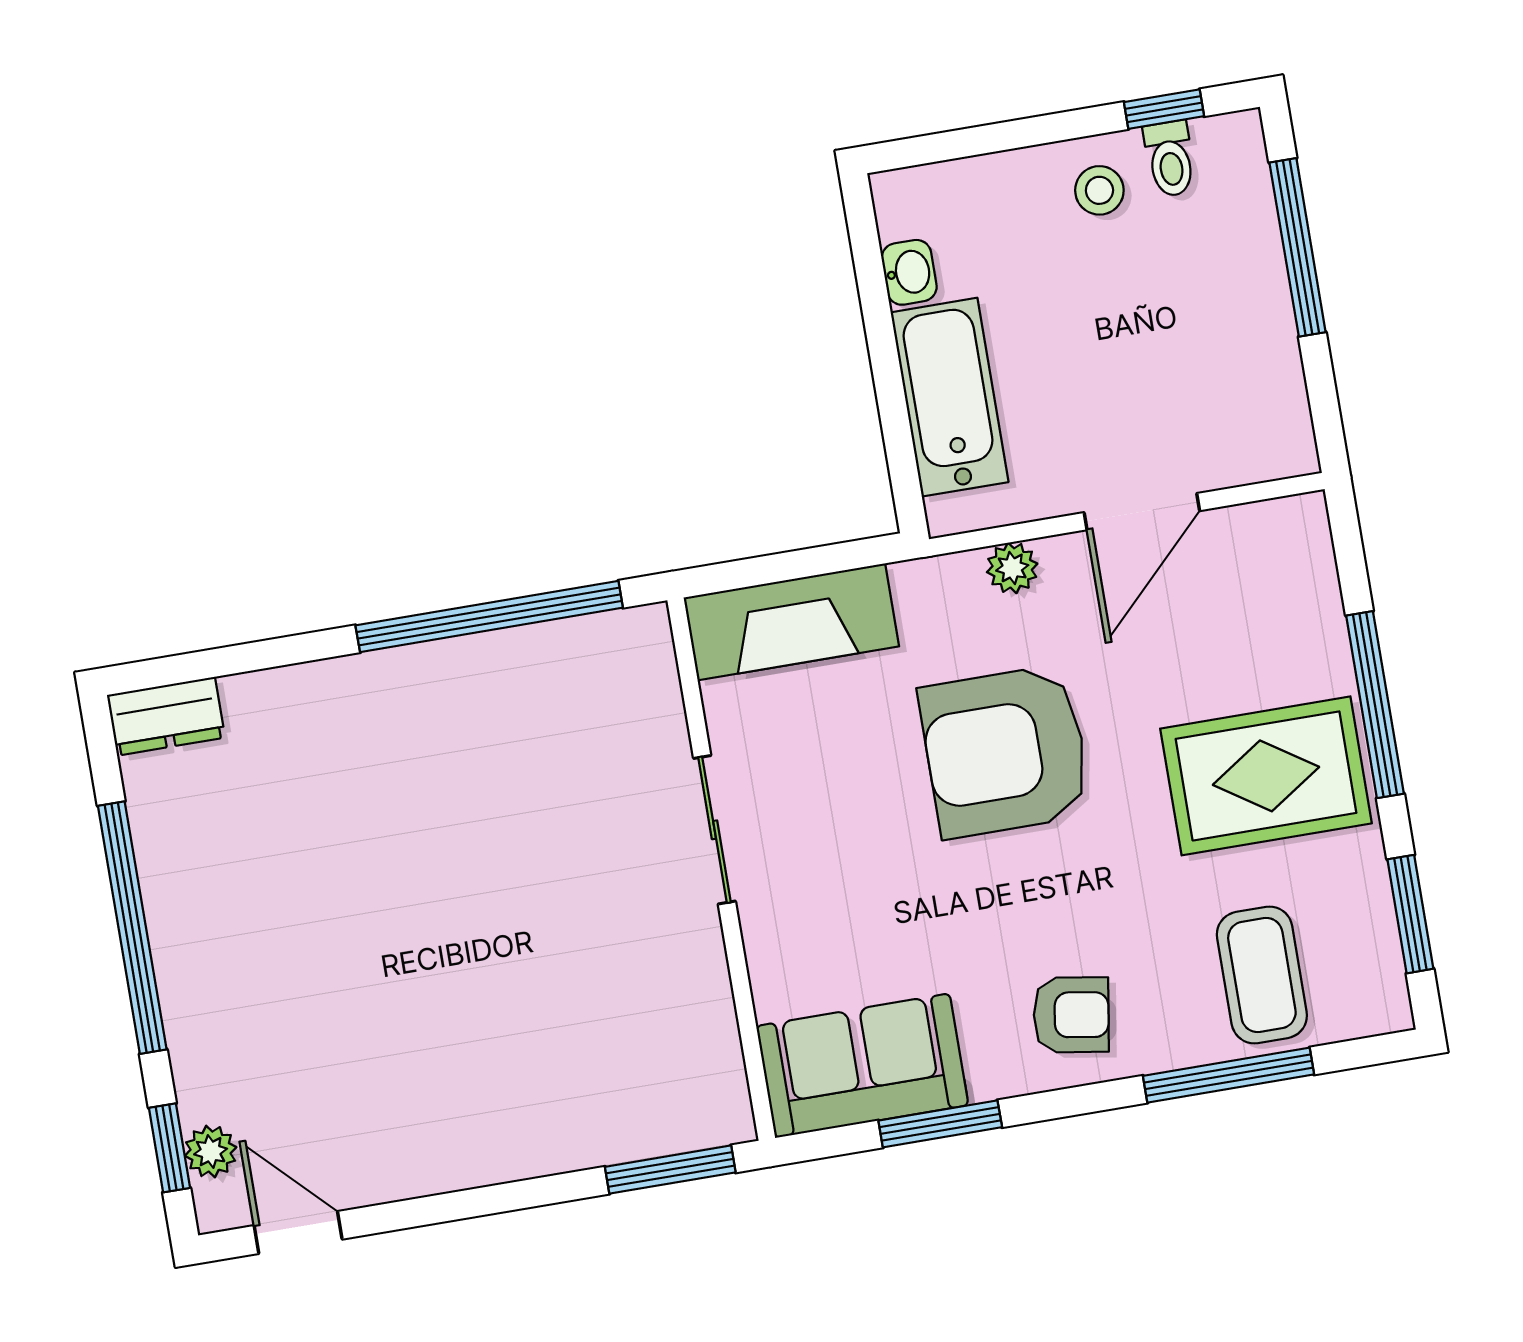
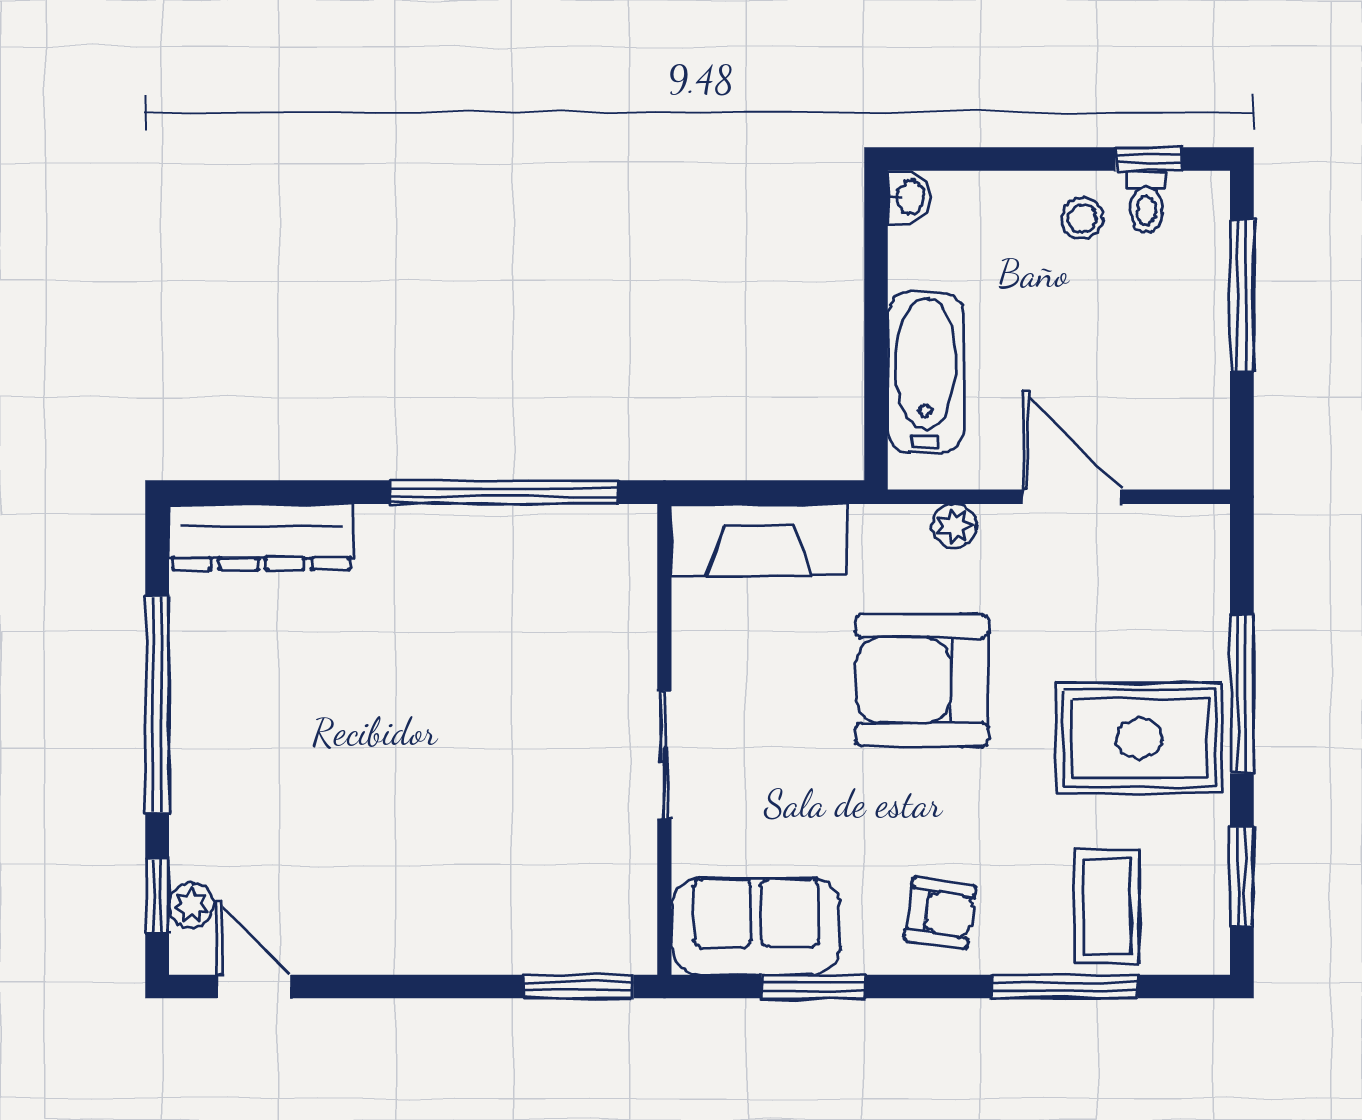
washbasin: (909, 272) -> (909, 197), moved
door: (1142, 512) -> (1072, 497), swing flipped
dresser: (166, 716) -> (261, 537), width x1.96, depth x1.24
sliding door: (715, 830) -> (664, 755), moved

